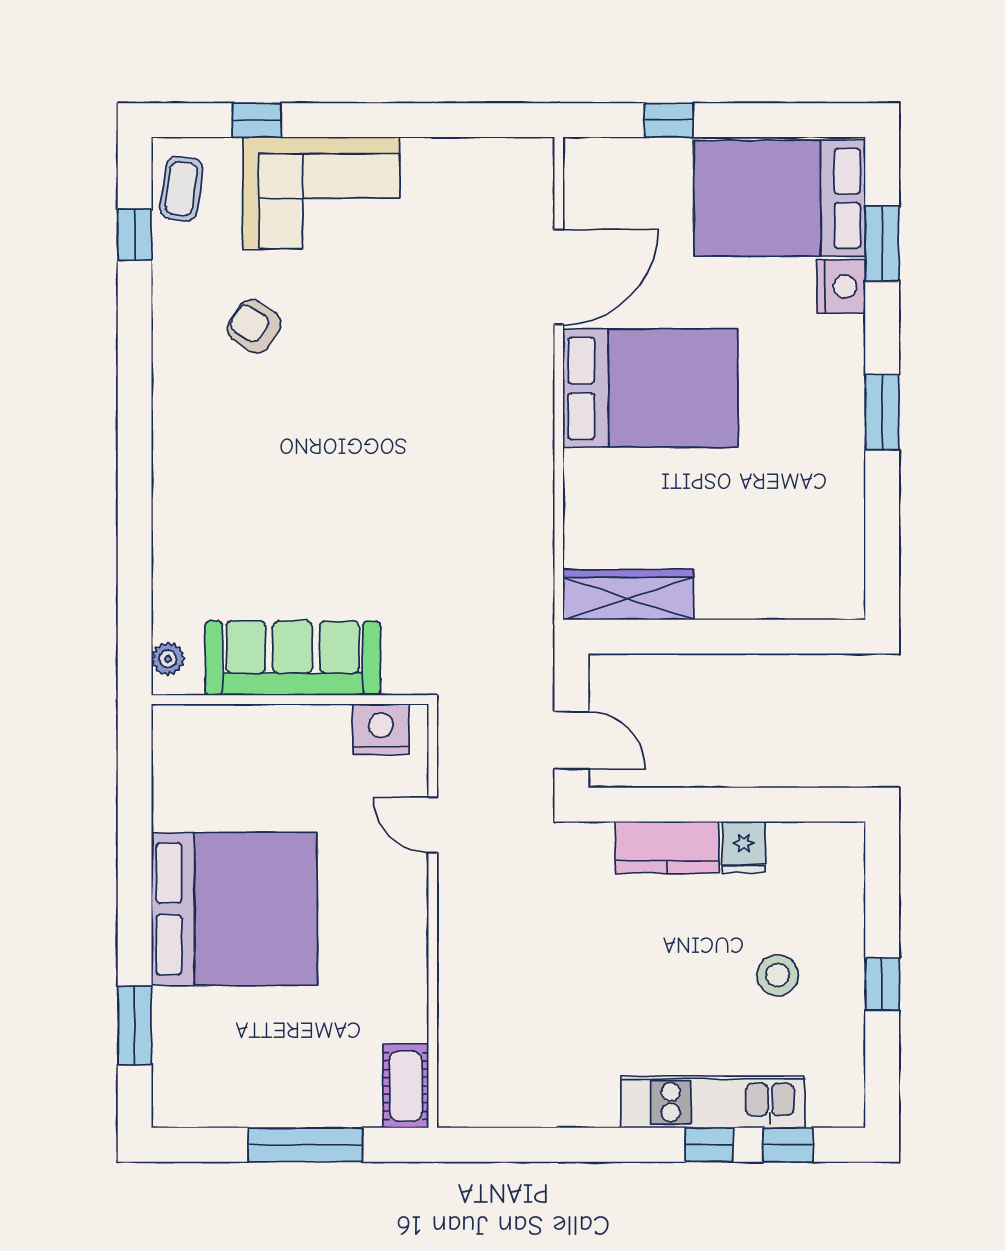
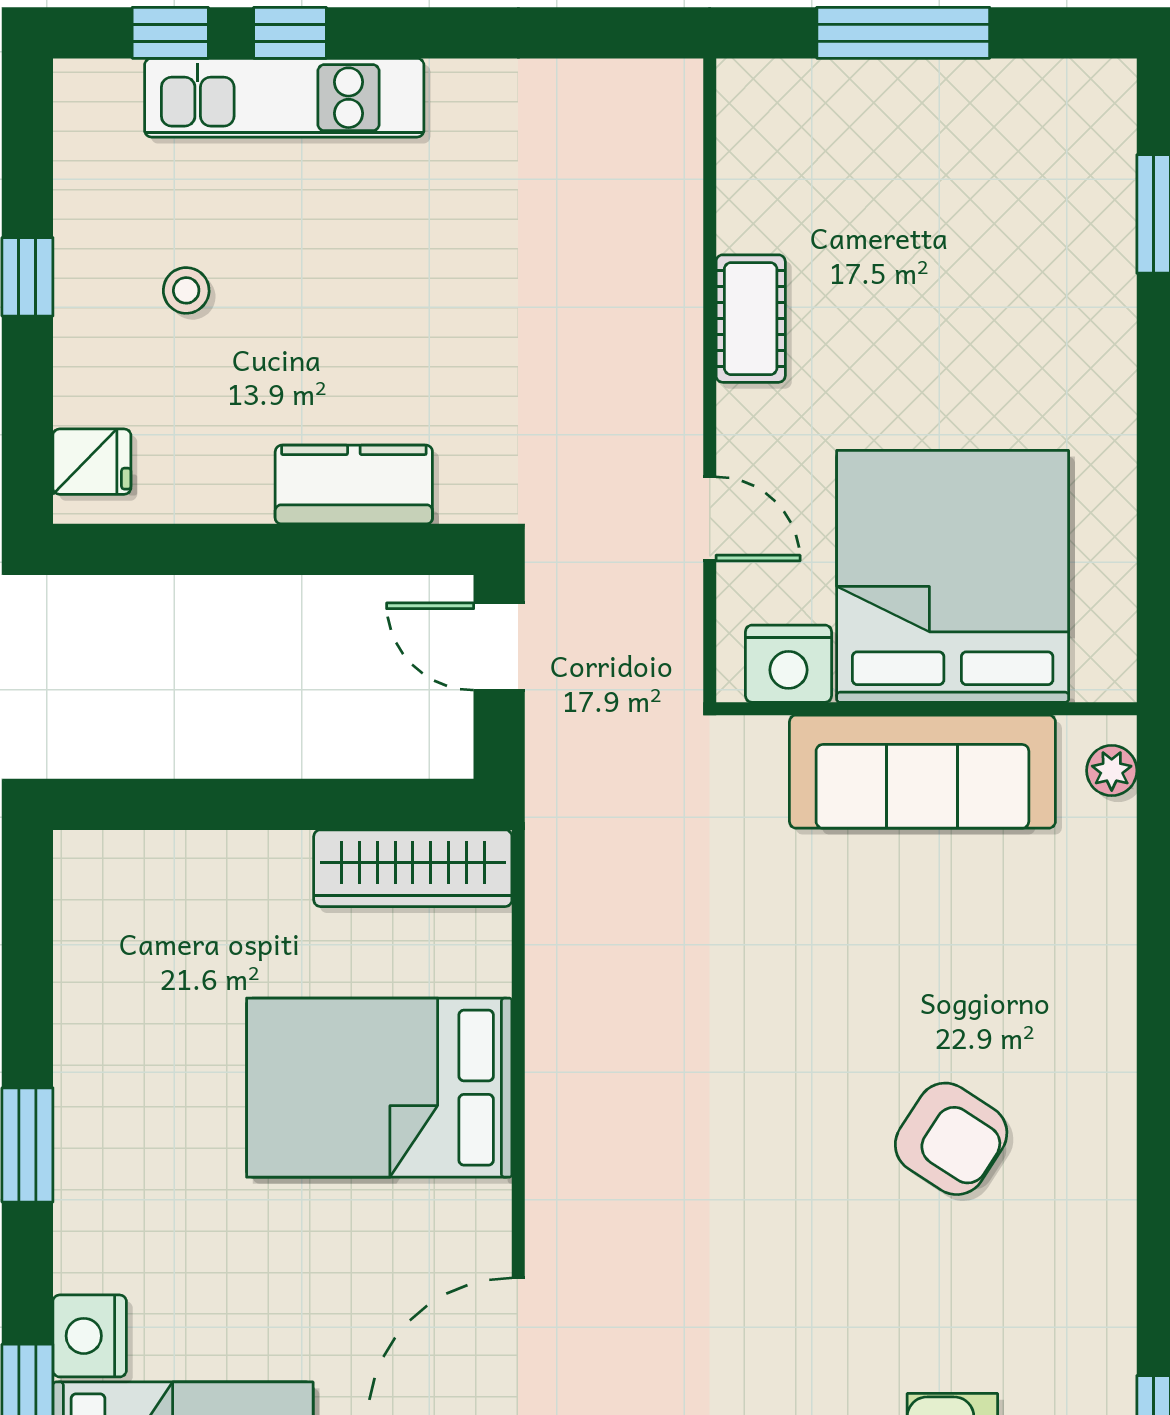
armchair: (254, 326) -> (951, 1139), moved, width x1.38, depth x1.38
bed: (650, 388) -> (379, 1088), moved
fridge: (744, 847) -> (92, 462), moved, turned 90
bed: (234, 909) -> (953, 576), moved, turned 90
stool: (778, 975) -> (186, 290), width x0.73, depth x0.73
cot: (406, 1086) -> (751, 319), moved

